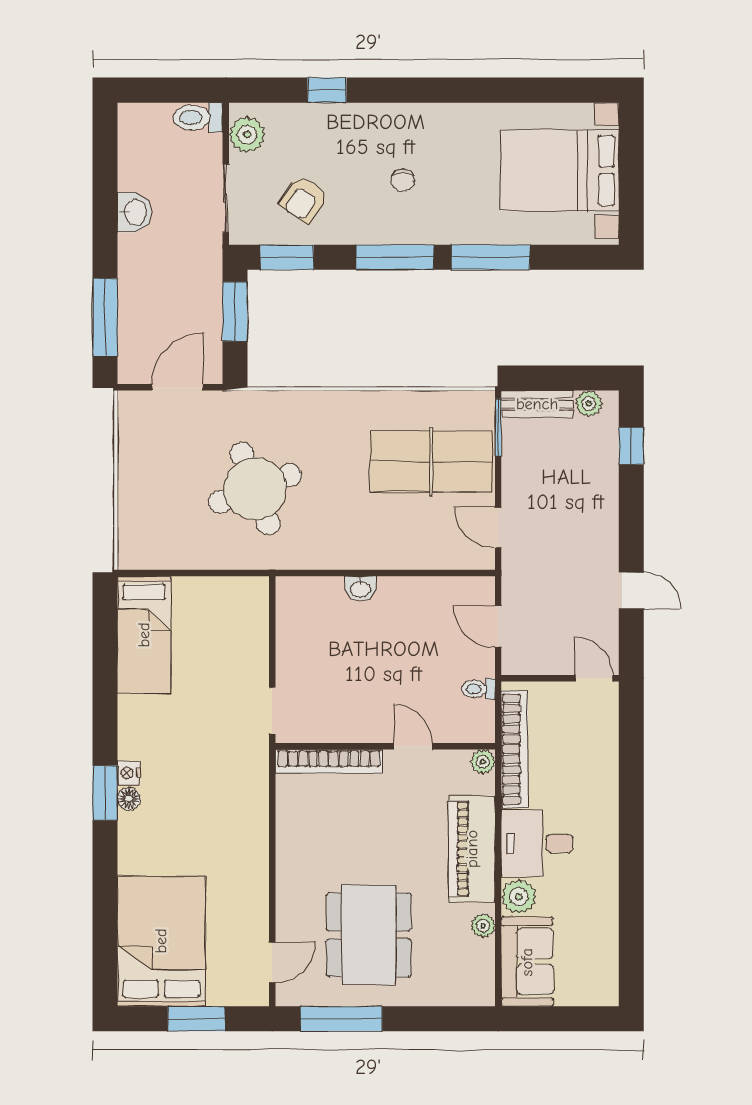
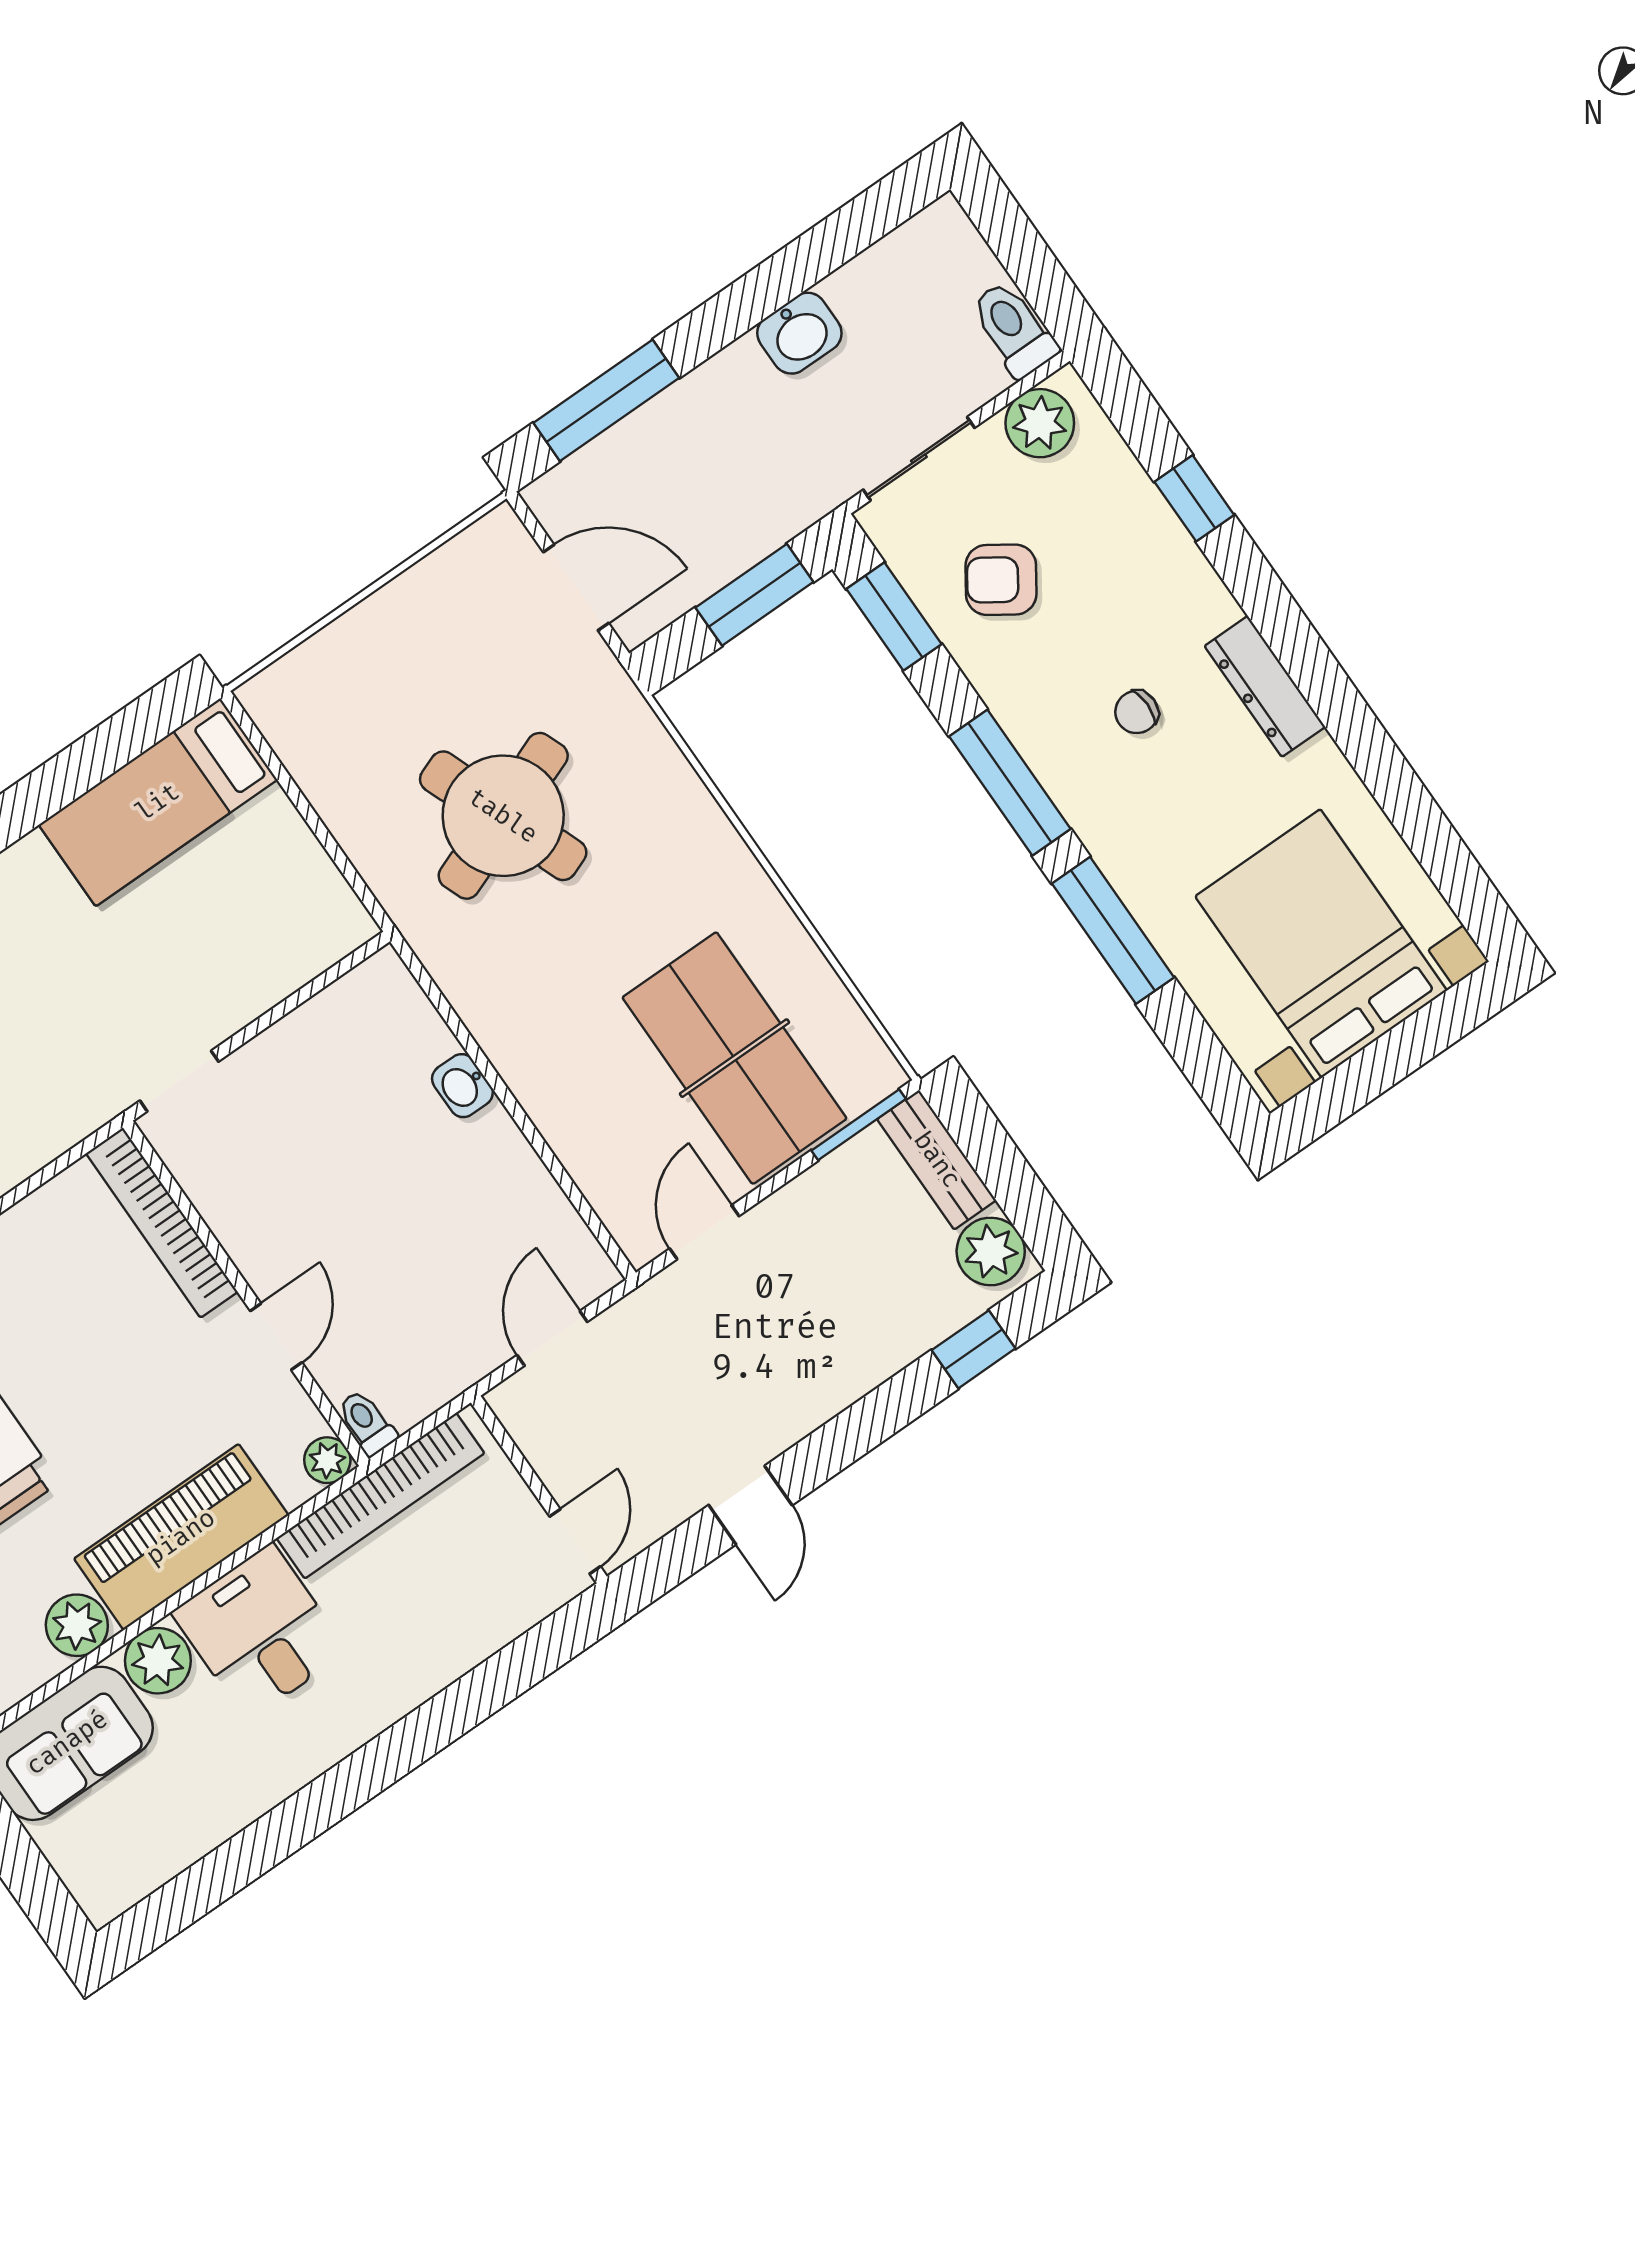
dresser: (431, 117) -> (1265, 686), added
plant: (589, 404) -> (991, 1251), width x1.38, depth x1.38
toilet: (478, 689) -> (367, 1423), moved
plant: (483, 926) -> (77, 1625), width x1.38, depth x1.38

